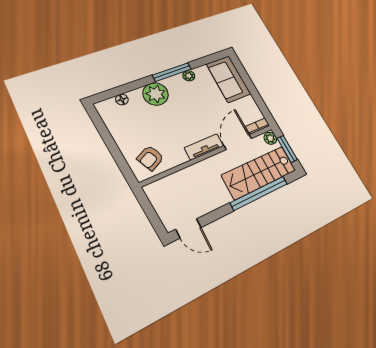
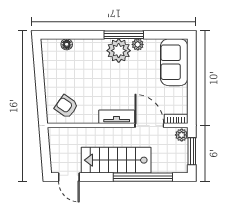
plant: (156, 94) -> (119, 51), moved
door: (238, 142) -> (149, 125), hinge flipped
armchair: (150, 158) -> (66, 107), turned 61
stairs: (259, 173) -> (116, 160), moved

